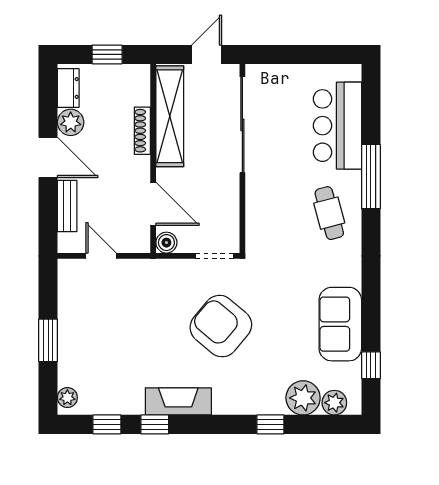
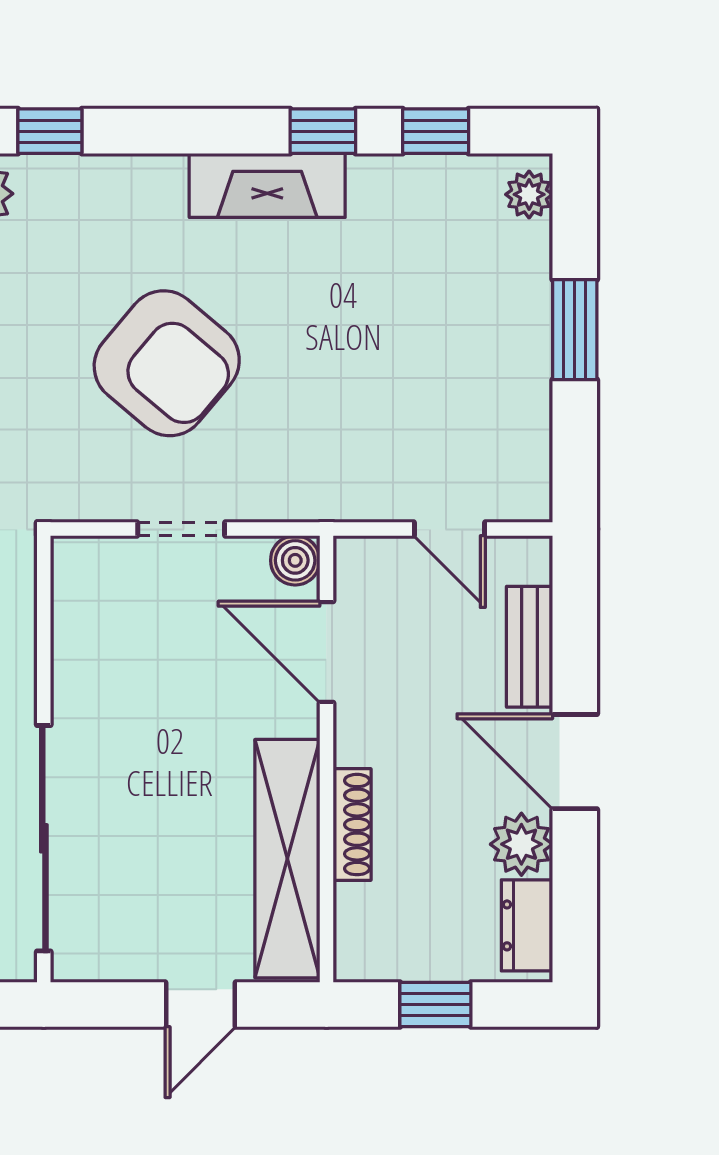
sliding door: (242, 125) -> (44, 838), moved
wall: (242, 158) -> (44, 759), moved

